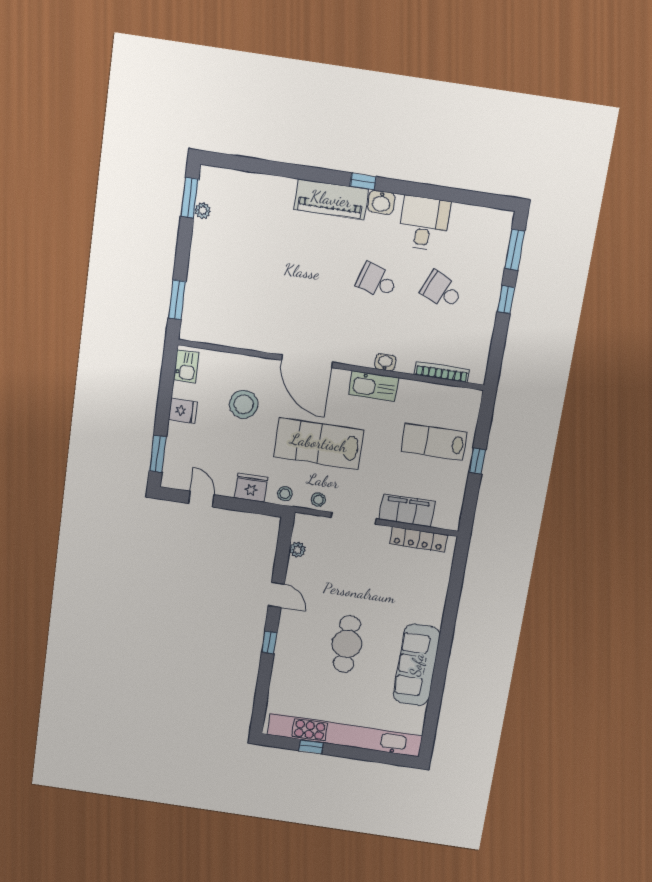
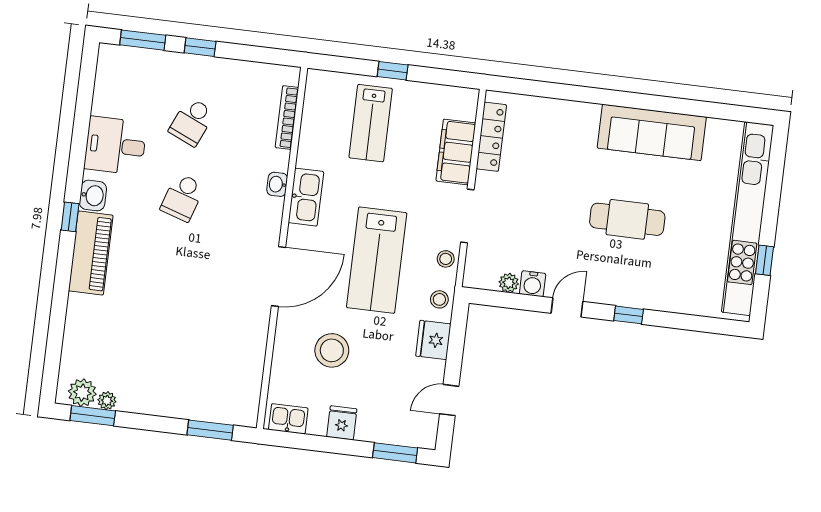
plant: (210, 189) -> (82, 393), added
water cooler: (296, 568) -> (533, 284), added

